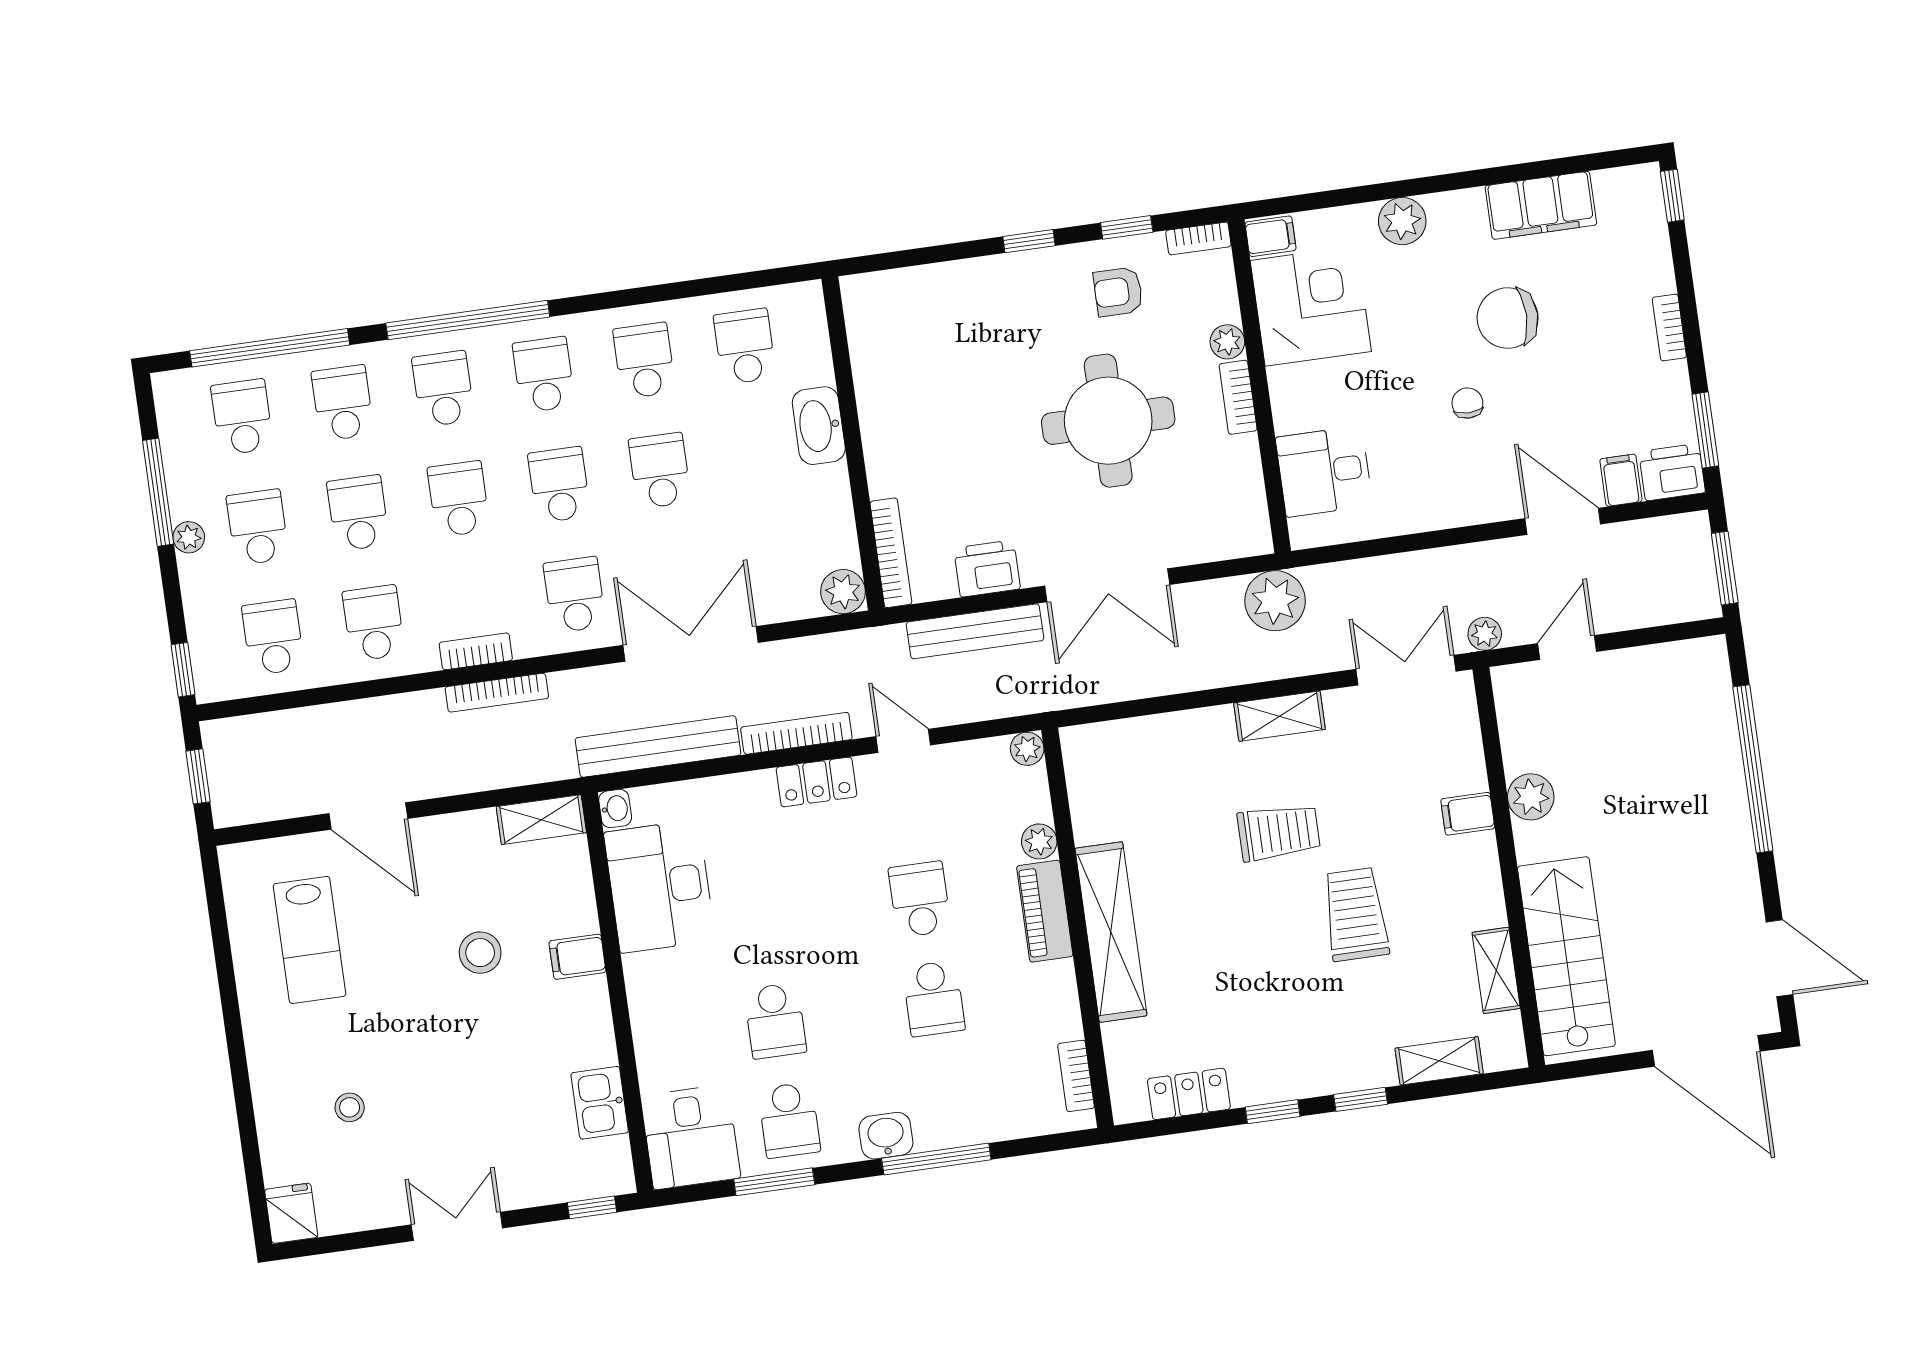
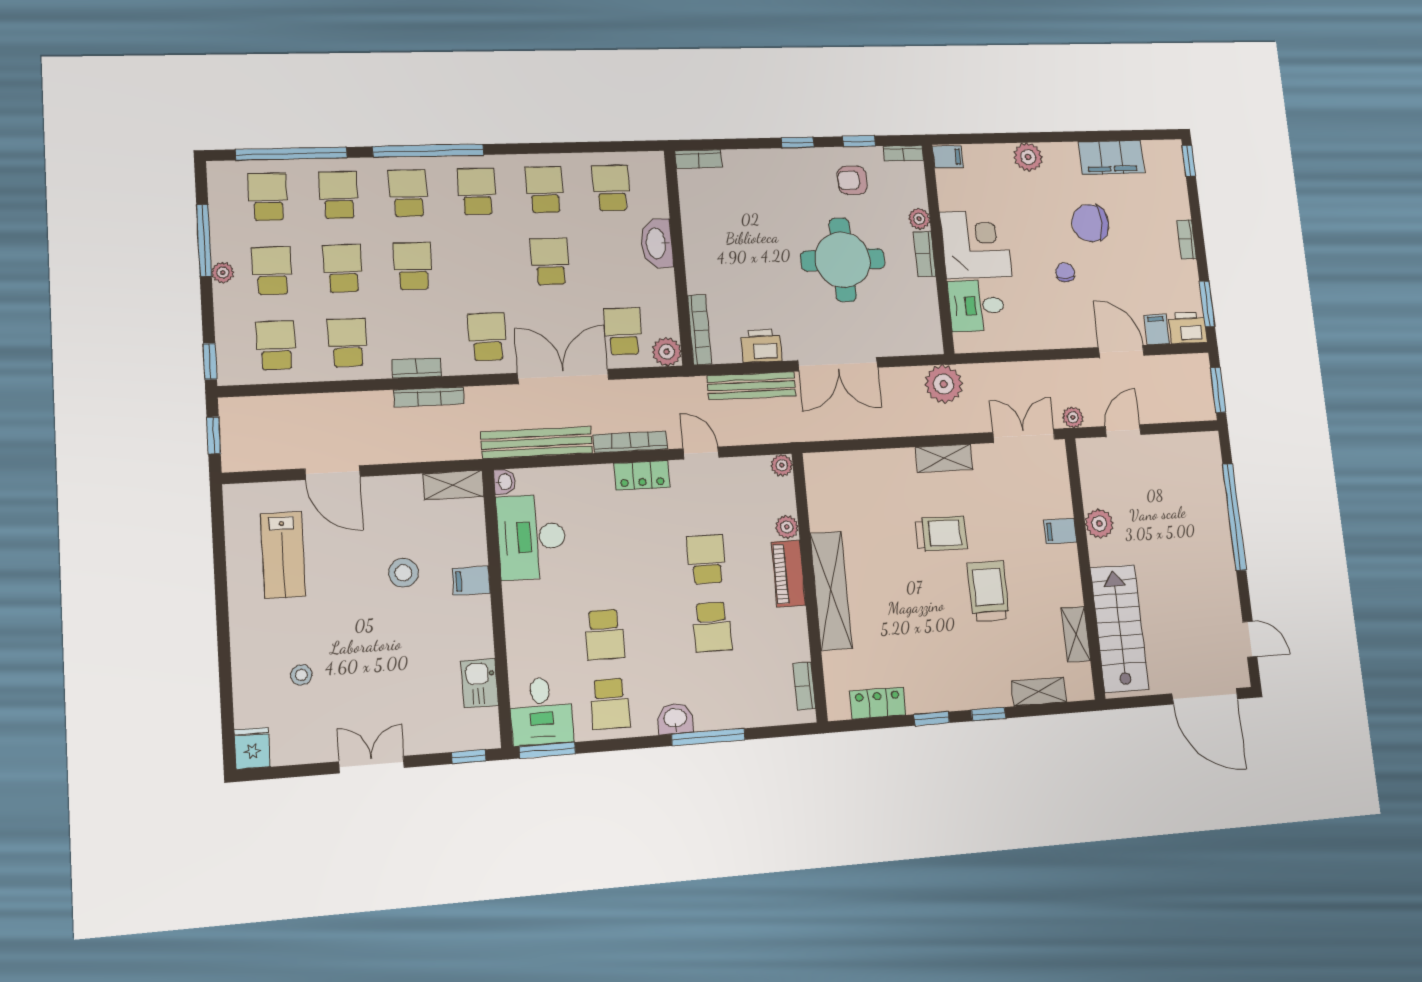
bookcase: (875, 286) -> (698, 159), added
corner desk: (1311, 306) -> (976, 244), moved
school desk: (559, 485) -> (623, 331), moved
door: (1780, 958) -> (1250, 639), width x0.73
window: (774, 1182) -> (547, 750), moved

